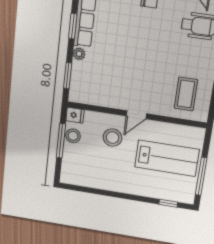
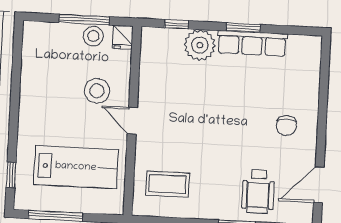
plant: (79, 54) -> (200, 45), width x1.88, depth x1.88
window: (68, 76) -> (177, 24), width x0.67
lab bench: (167, 158) -> (76, 167), turned -90

